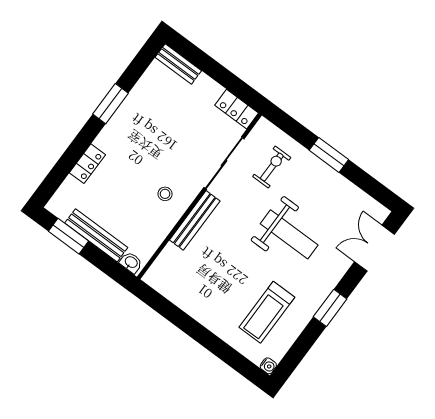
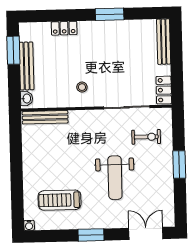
bench: (178, 64) -> (164, 42), width x1.36
bench: (195, 220) -> (45, 117), moved

